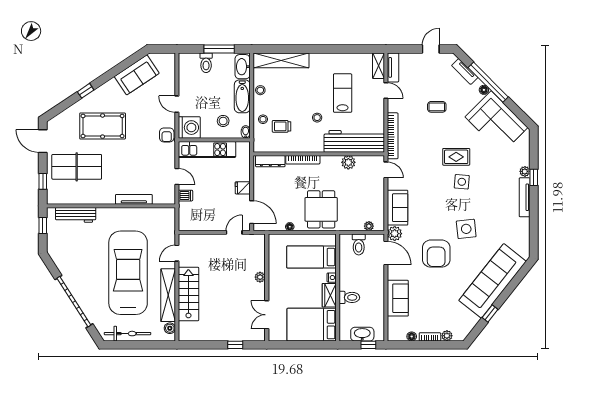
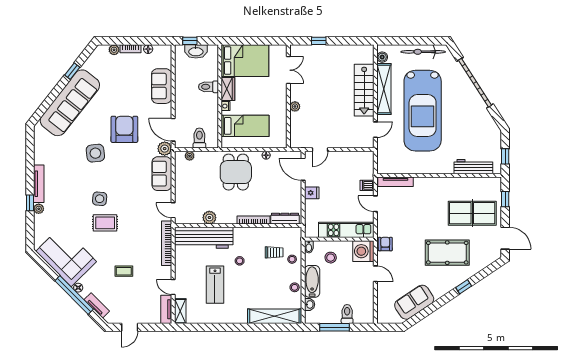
washbasin: (243, 67) -> (310, 304), width x0.52, depth x0.69
tv unit: (134, 199) -> (395, 182), moved

